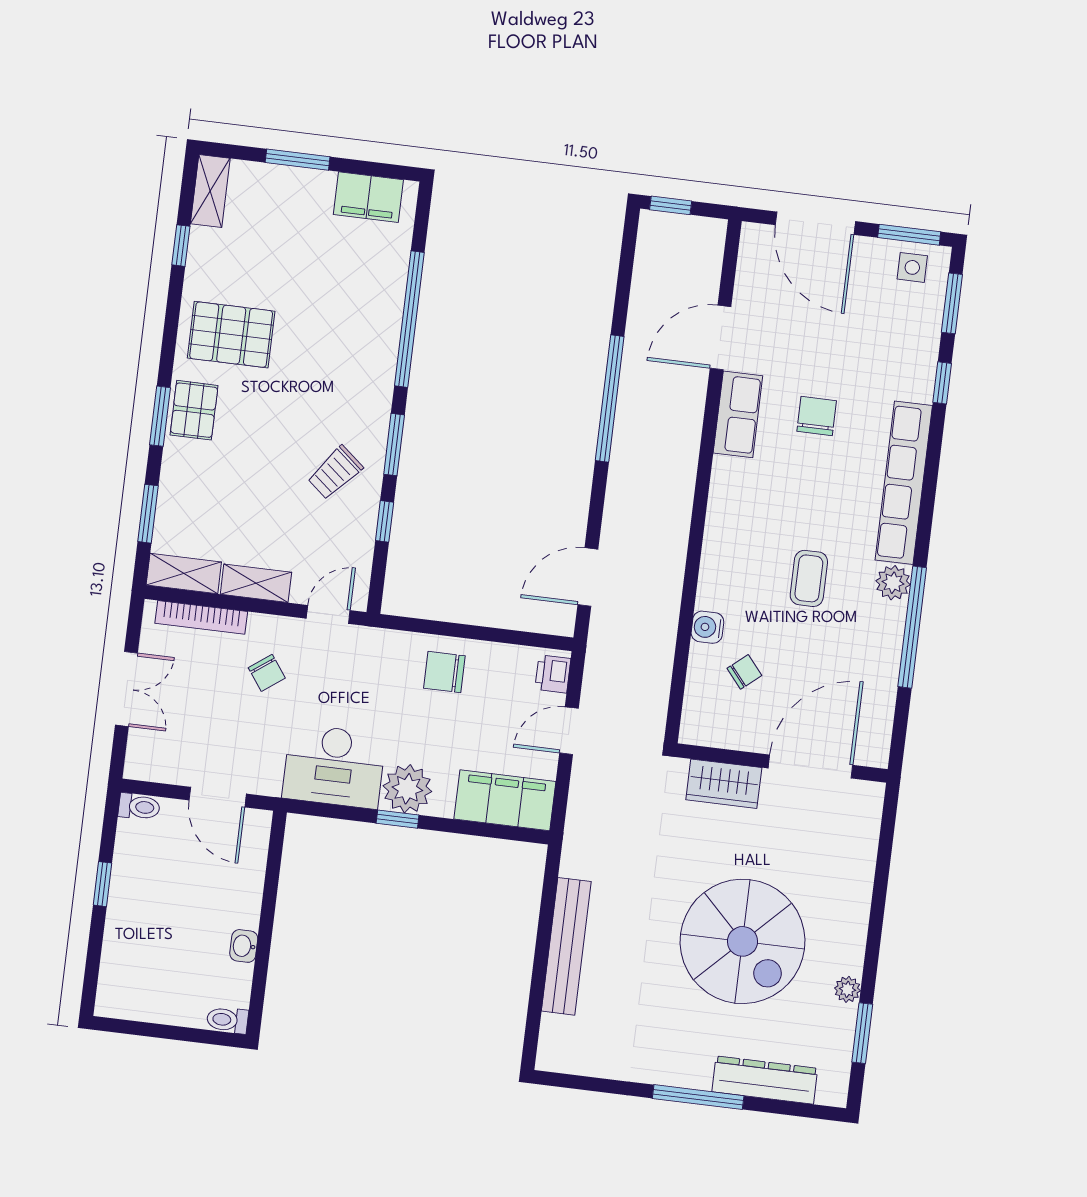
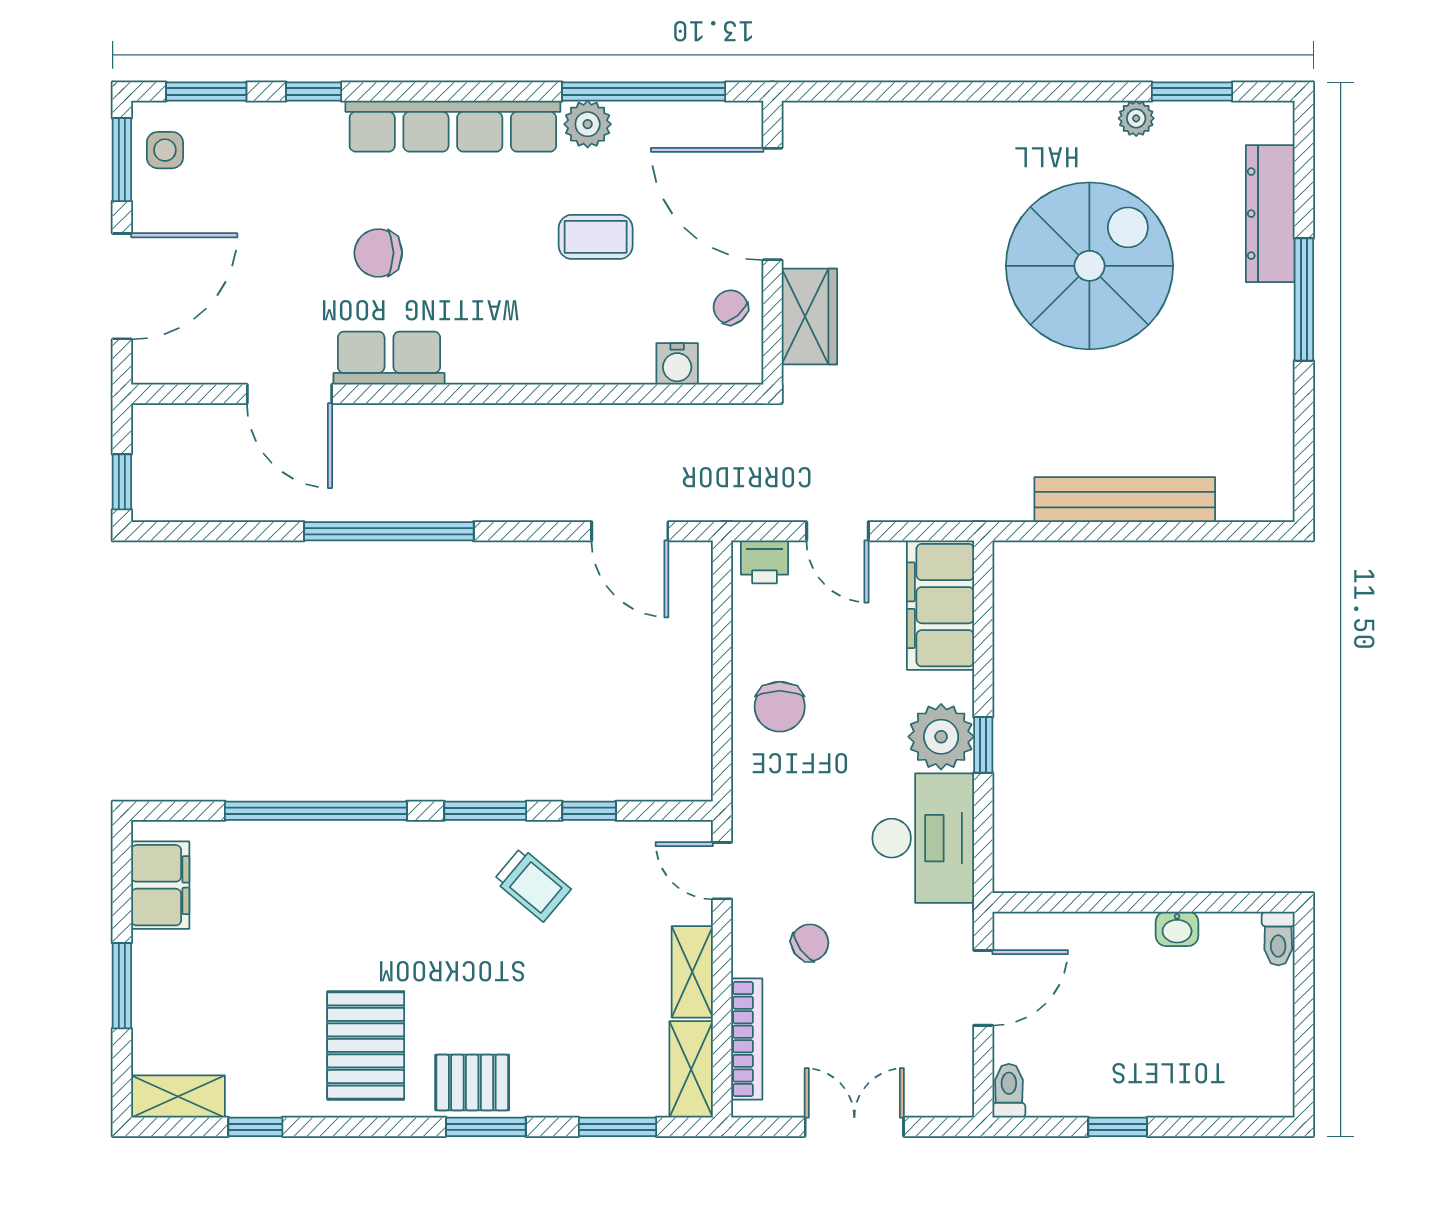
wall: (782, 763) -> (772, 243), moved
door: (810, 767) -> (772, 204), moved
wardrobe: (724, 784) -> (809, 317), moved

